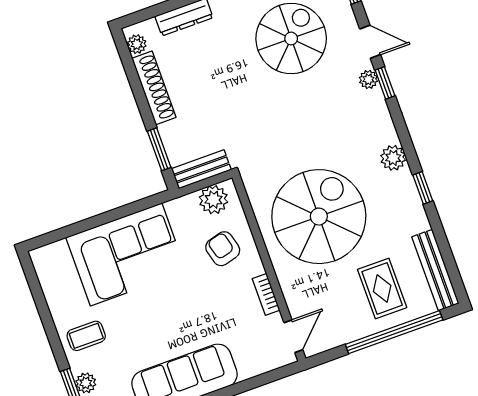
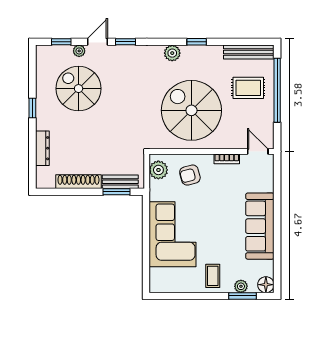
plant: (137, 44) -> (49, 182), removed
plant: (368, 79) -> (79, 51), moved
bench: (201, 169) -> (120, 182), moved, turned 90

